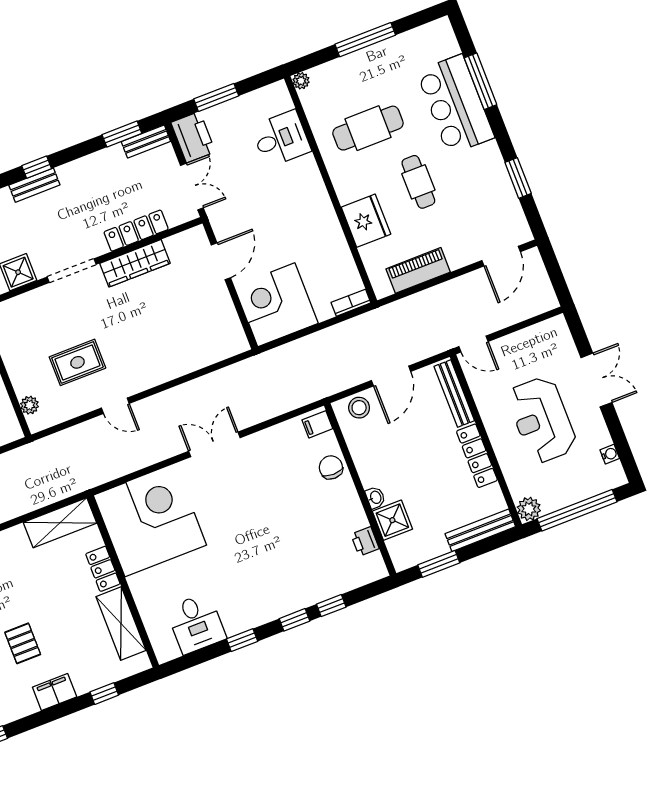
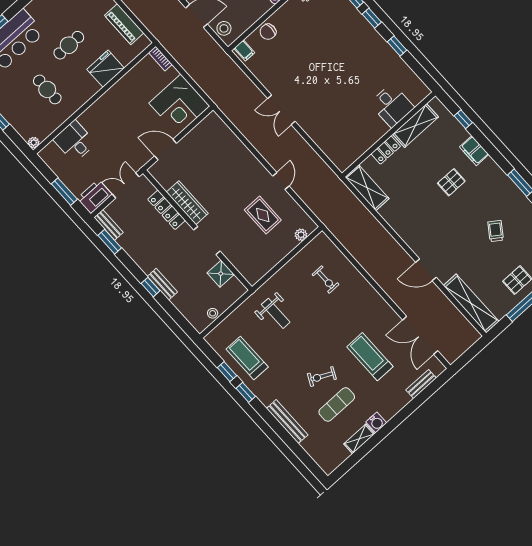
cafe table: (368, 128) -> (47, 89), width x0.73, depth x0.74
corner desk: (150, 520) -> (344, 132), removed
desk: (196, 623) -> (392, 105), moved, turned 90

